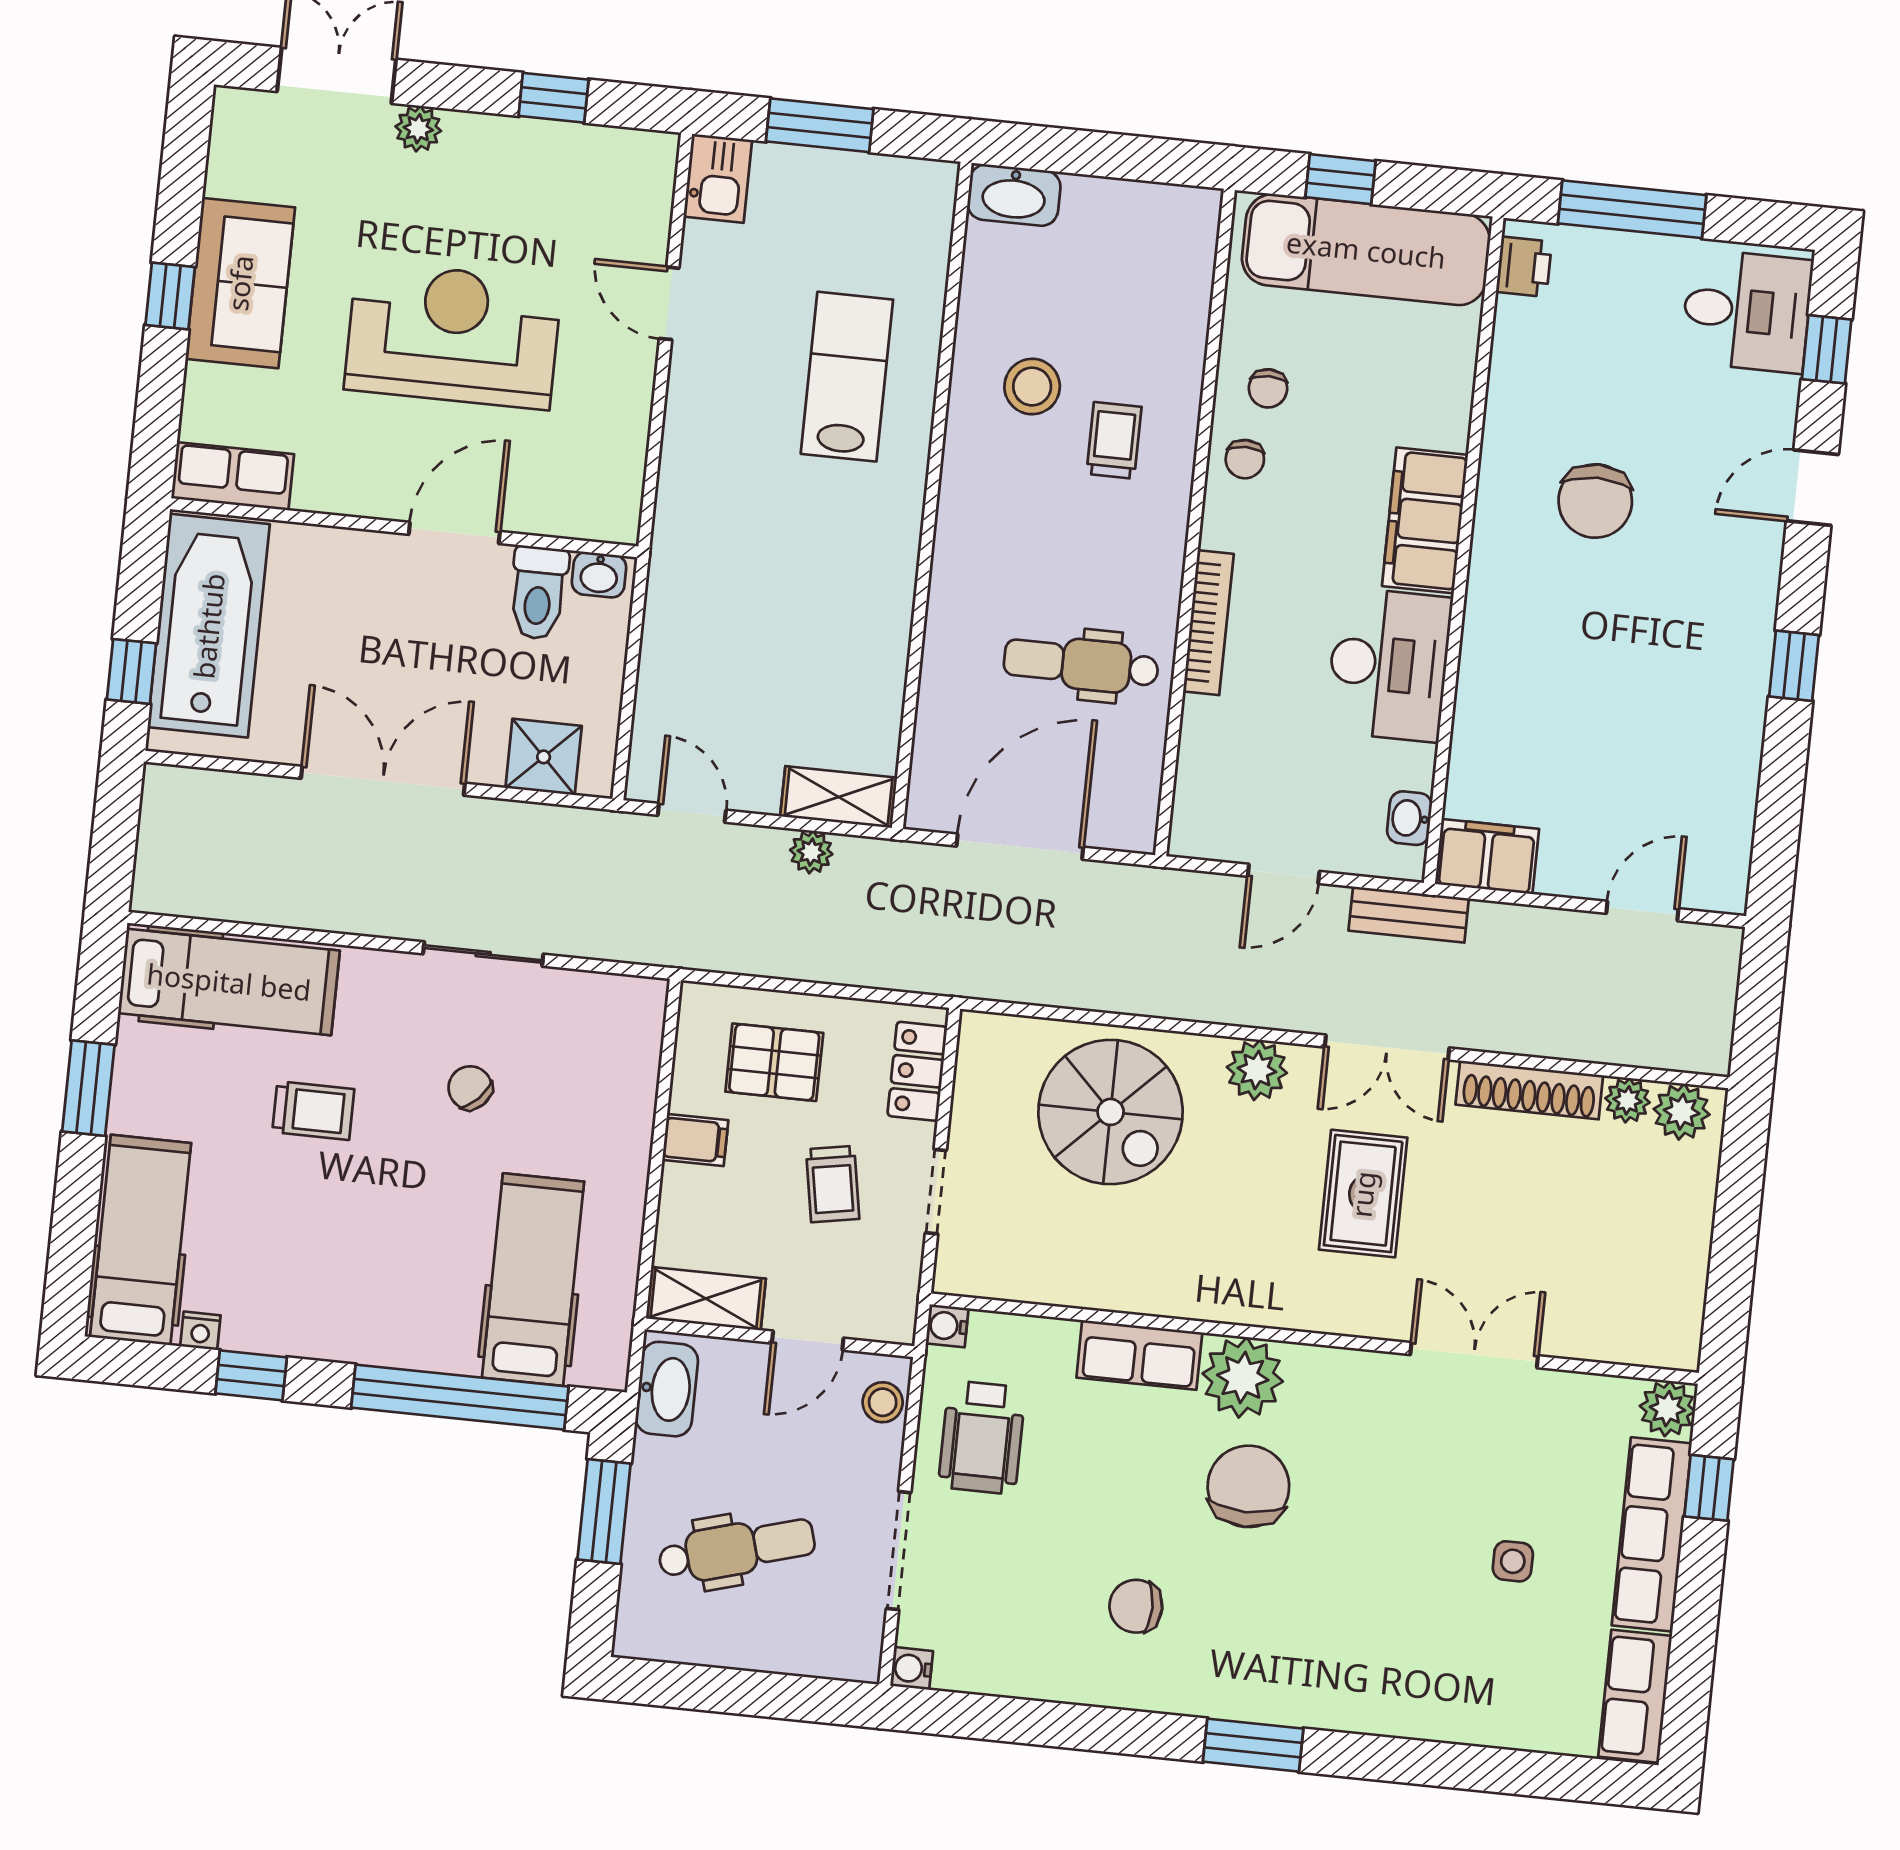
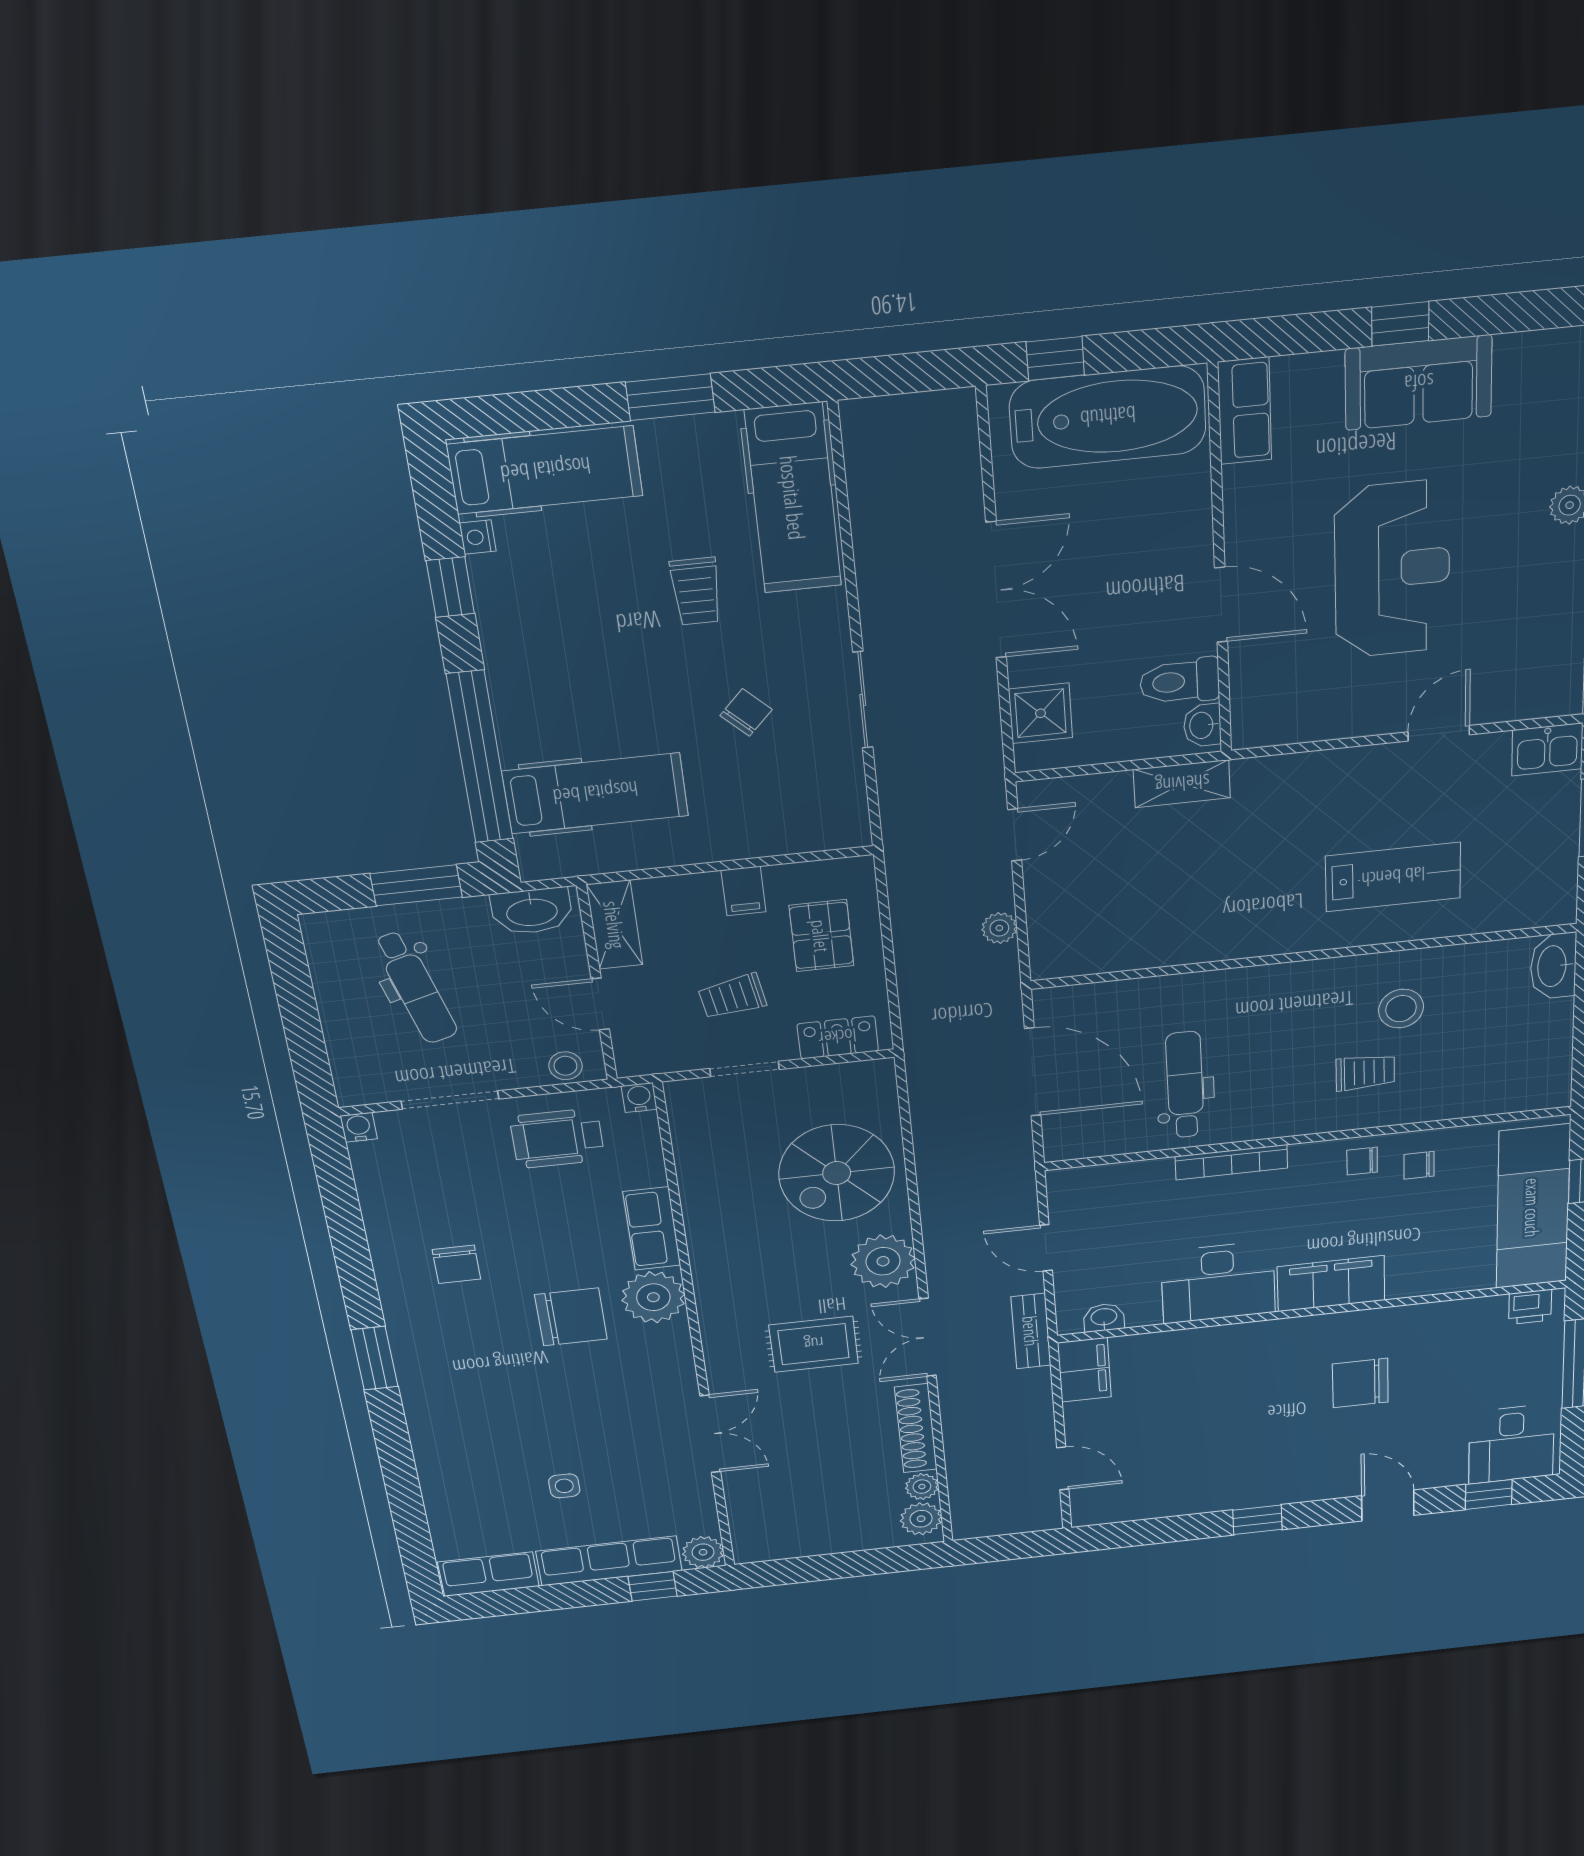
shelving: (839, 797) -> (1182, 784), moved, turned 90
plant: (1257, 1070) -> (883, 1261), width x1.36, depth x1.36
chair: (1136, 1606) -> (456, 1264), turned 180

